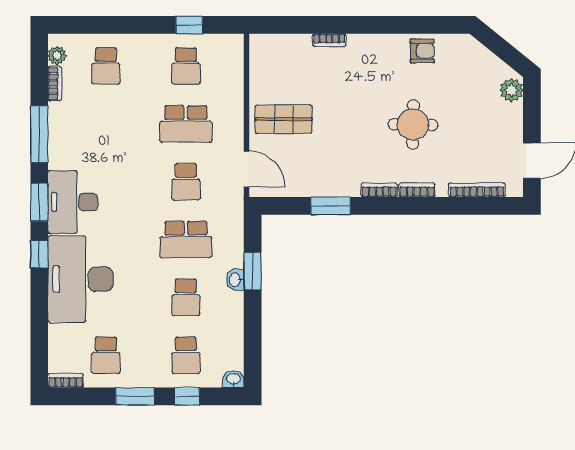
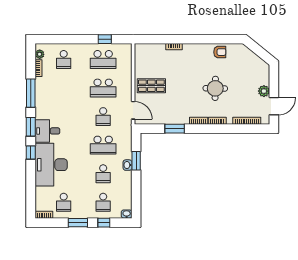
school desk: (186, 66) -> (103, 59), width x1.85
plant: (511, 90) -> (264, 91), moved
desk: (73, 202) -> (47, 131), width x0.73

